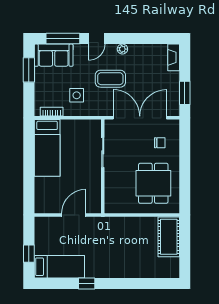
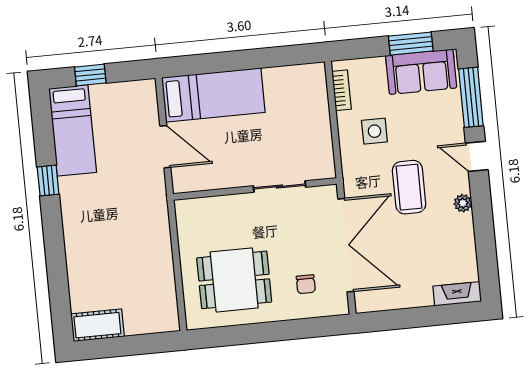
sofa: (54, 55) -> (421, 72), moved, turned -90
window: (185, 93) -> (397, 319), removed
bed: (47, 148) -> (213, 95), moved, turned 180
cot: (169, 237) -> (97, 325), moved, width x0.73, depth x0.75

